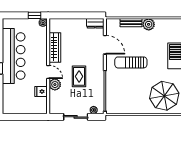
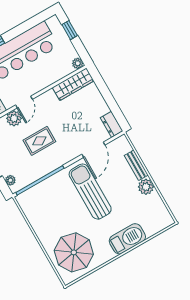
window: (34, 15) -> (70, 30), moved
wardrobe: (55, 47) -> (73, 84), moved
sun lounger: (131, 62) -> (90, 192), width x1.36, depth x1.34

